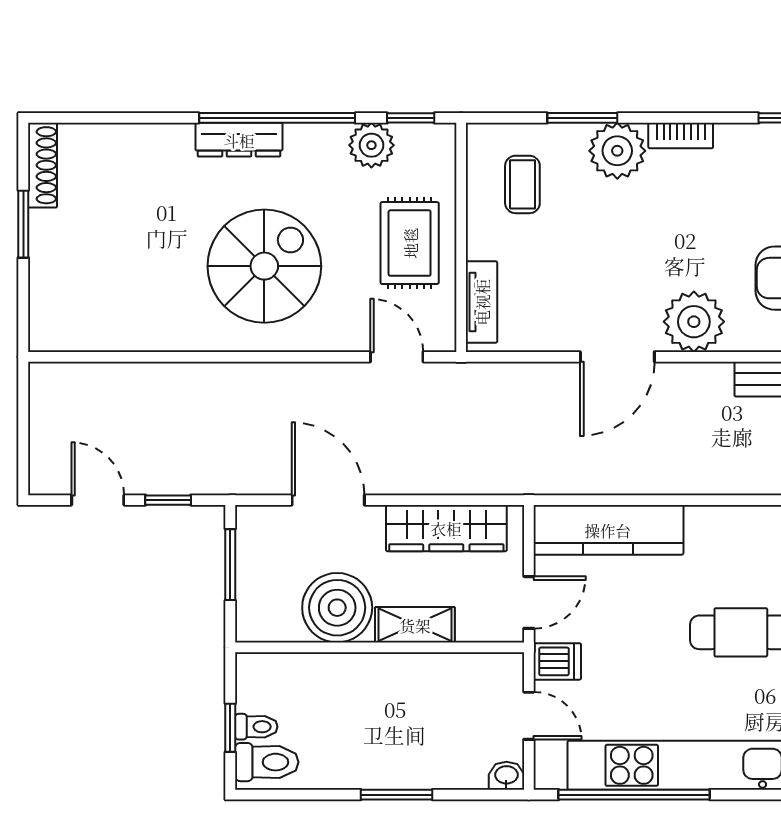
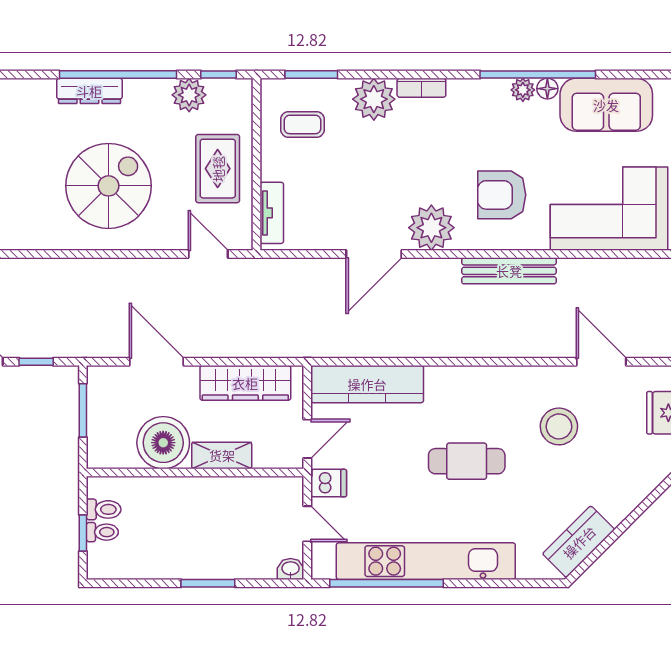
window: (582, 118) -> (311, 75), moved
coffee table: (522, 184) -> (303, 124), turned 90
toilet: (267, 762) -> (104, 509), moved, width x0.73, depth x0.72

